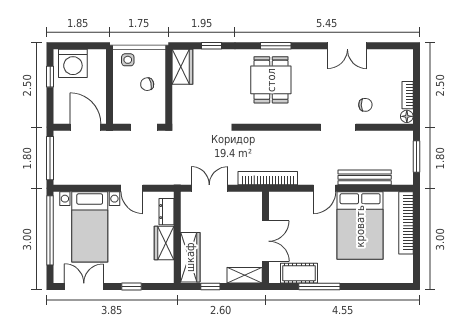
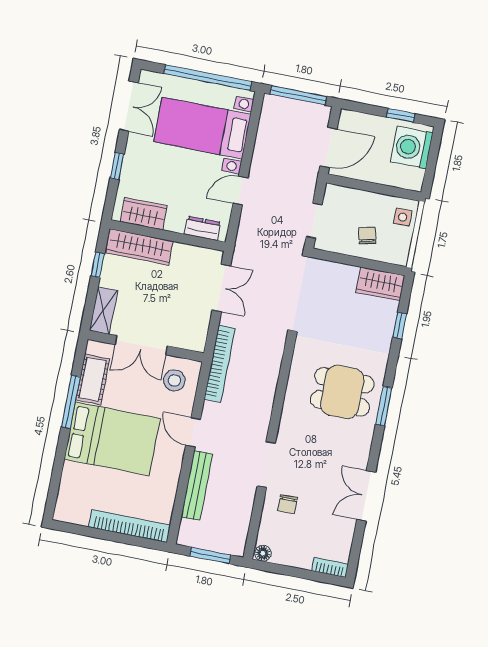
bookcase: (408, 95) -> (330, 567), moved
stool: (287, 210) -> (174, 380), added
bed: (360, 226) -> (112, 439), moved, turned 180
wardrobe: (164, 243) -> (144, 214), moved

